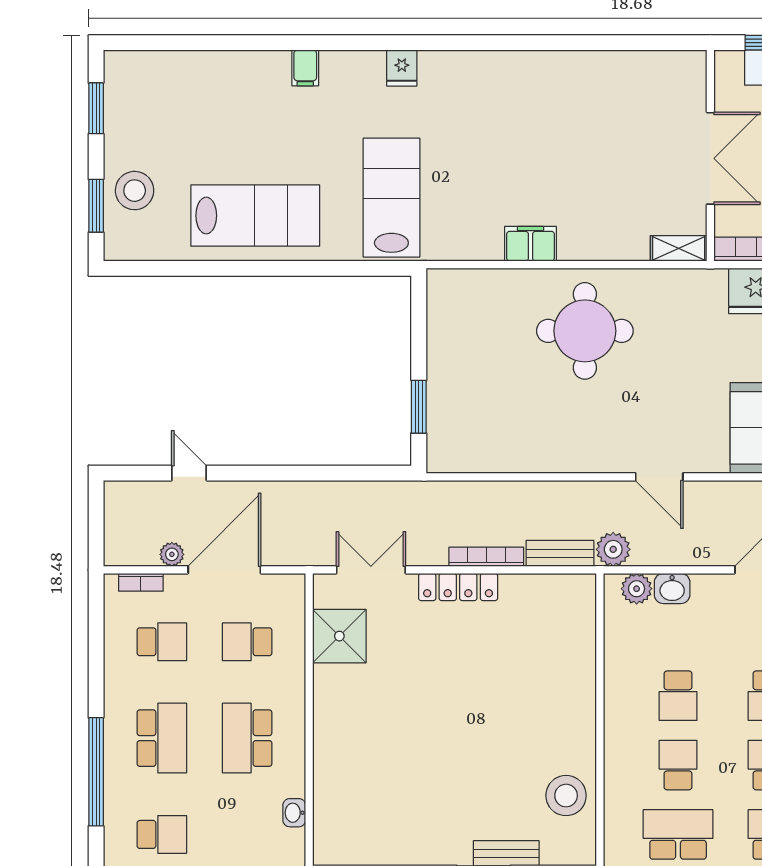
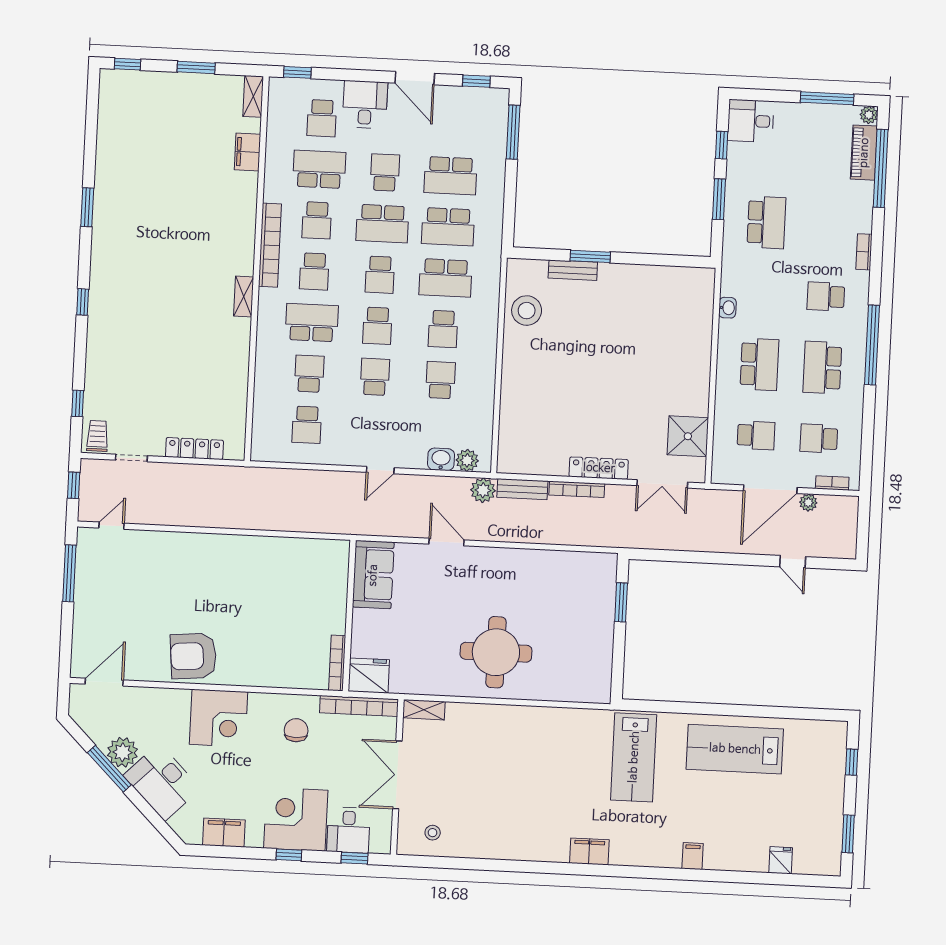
fridge: (402, 68) -> (781, 860), moved
stool: (135, 191) -> (433, 833), moved, width x0.53, depth x0.53
window: (96, 206) -> (852, 762), width x0.67
filing cabinet: (530, 244) -> (589, 851), moved, turned 180

